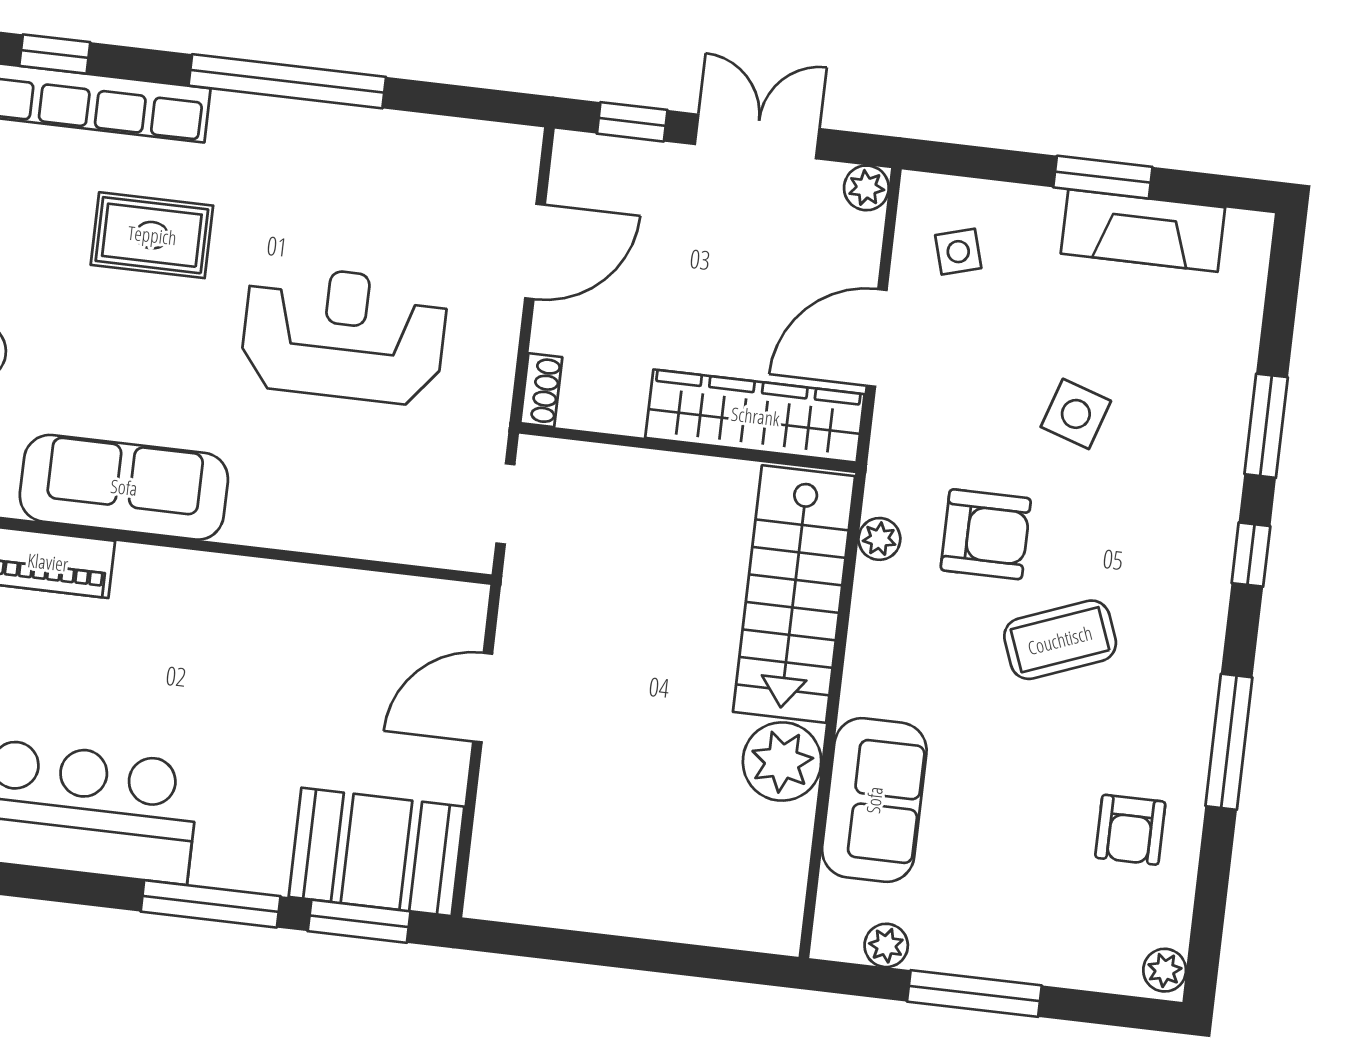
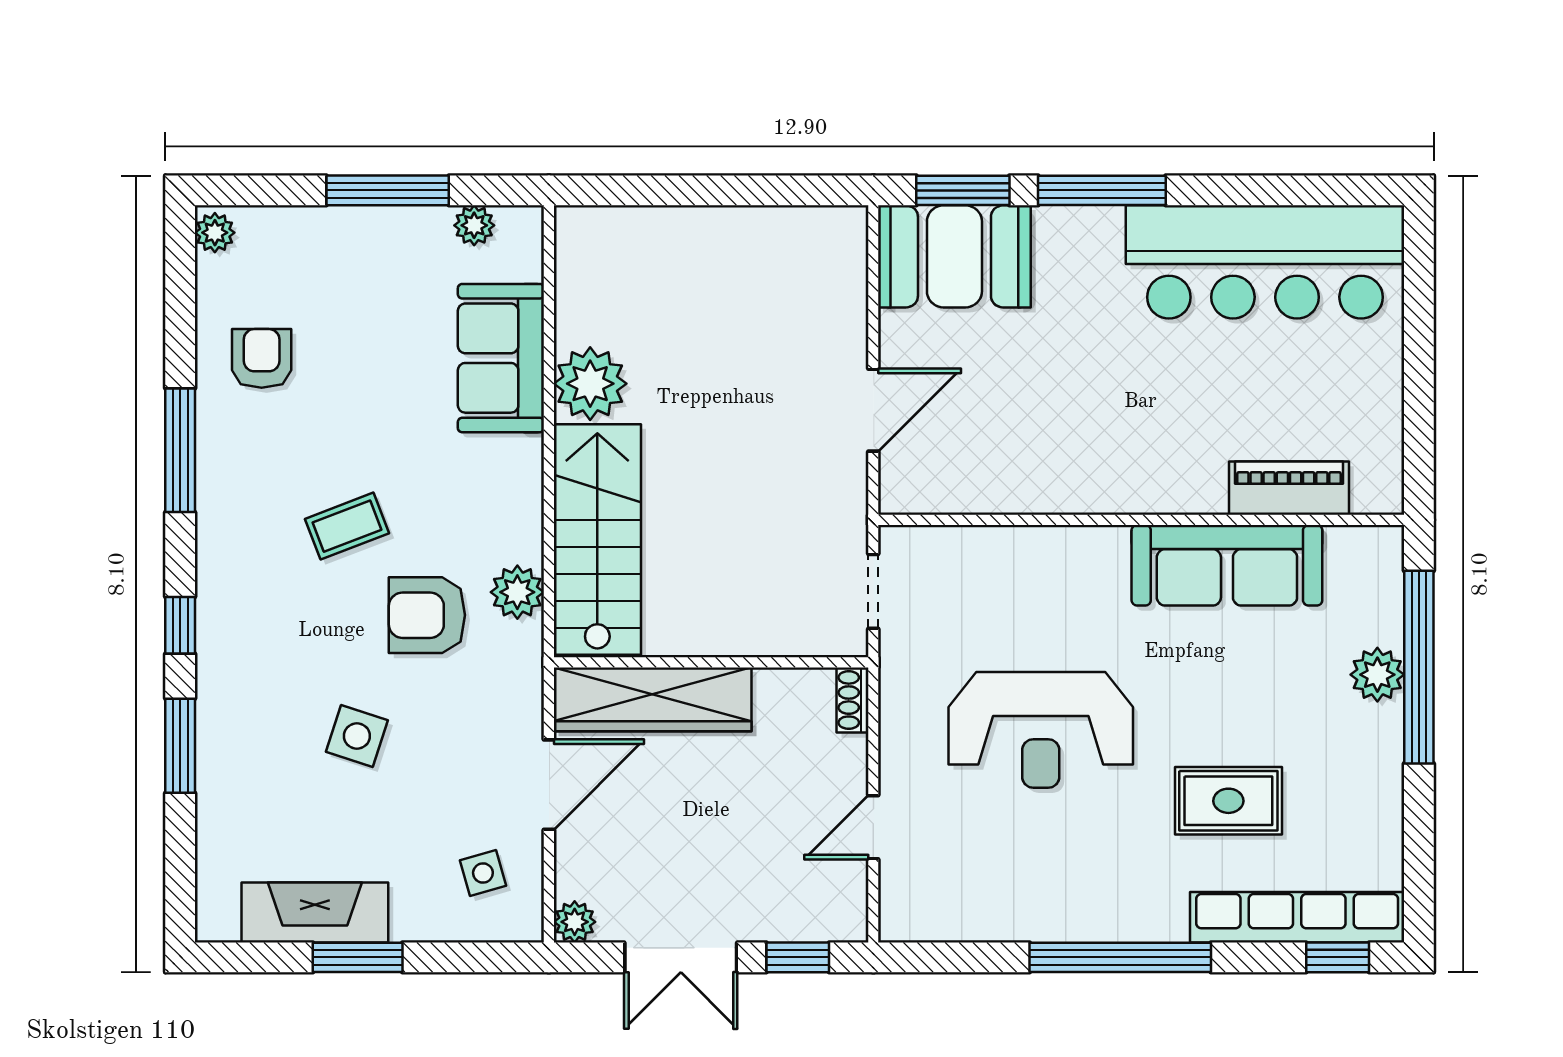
door: (535, 251) -> (873, 827), width x0.73
plant: (879, 539) -> (517, 592), width x1.38, depth x1.38
coffee table: (1060, 640) -> (347, 526), width x0.73, depth x0.77

